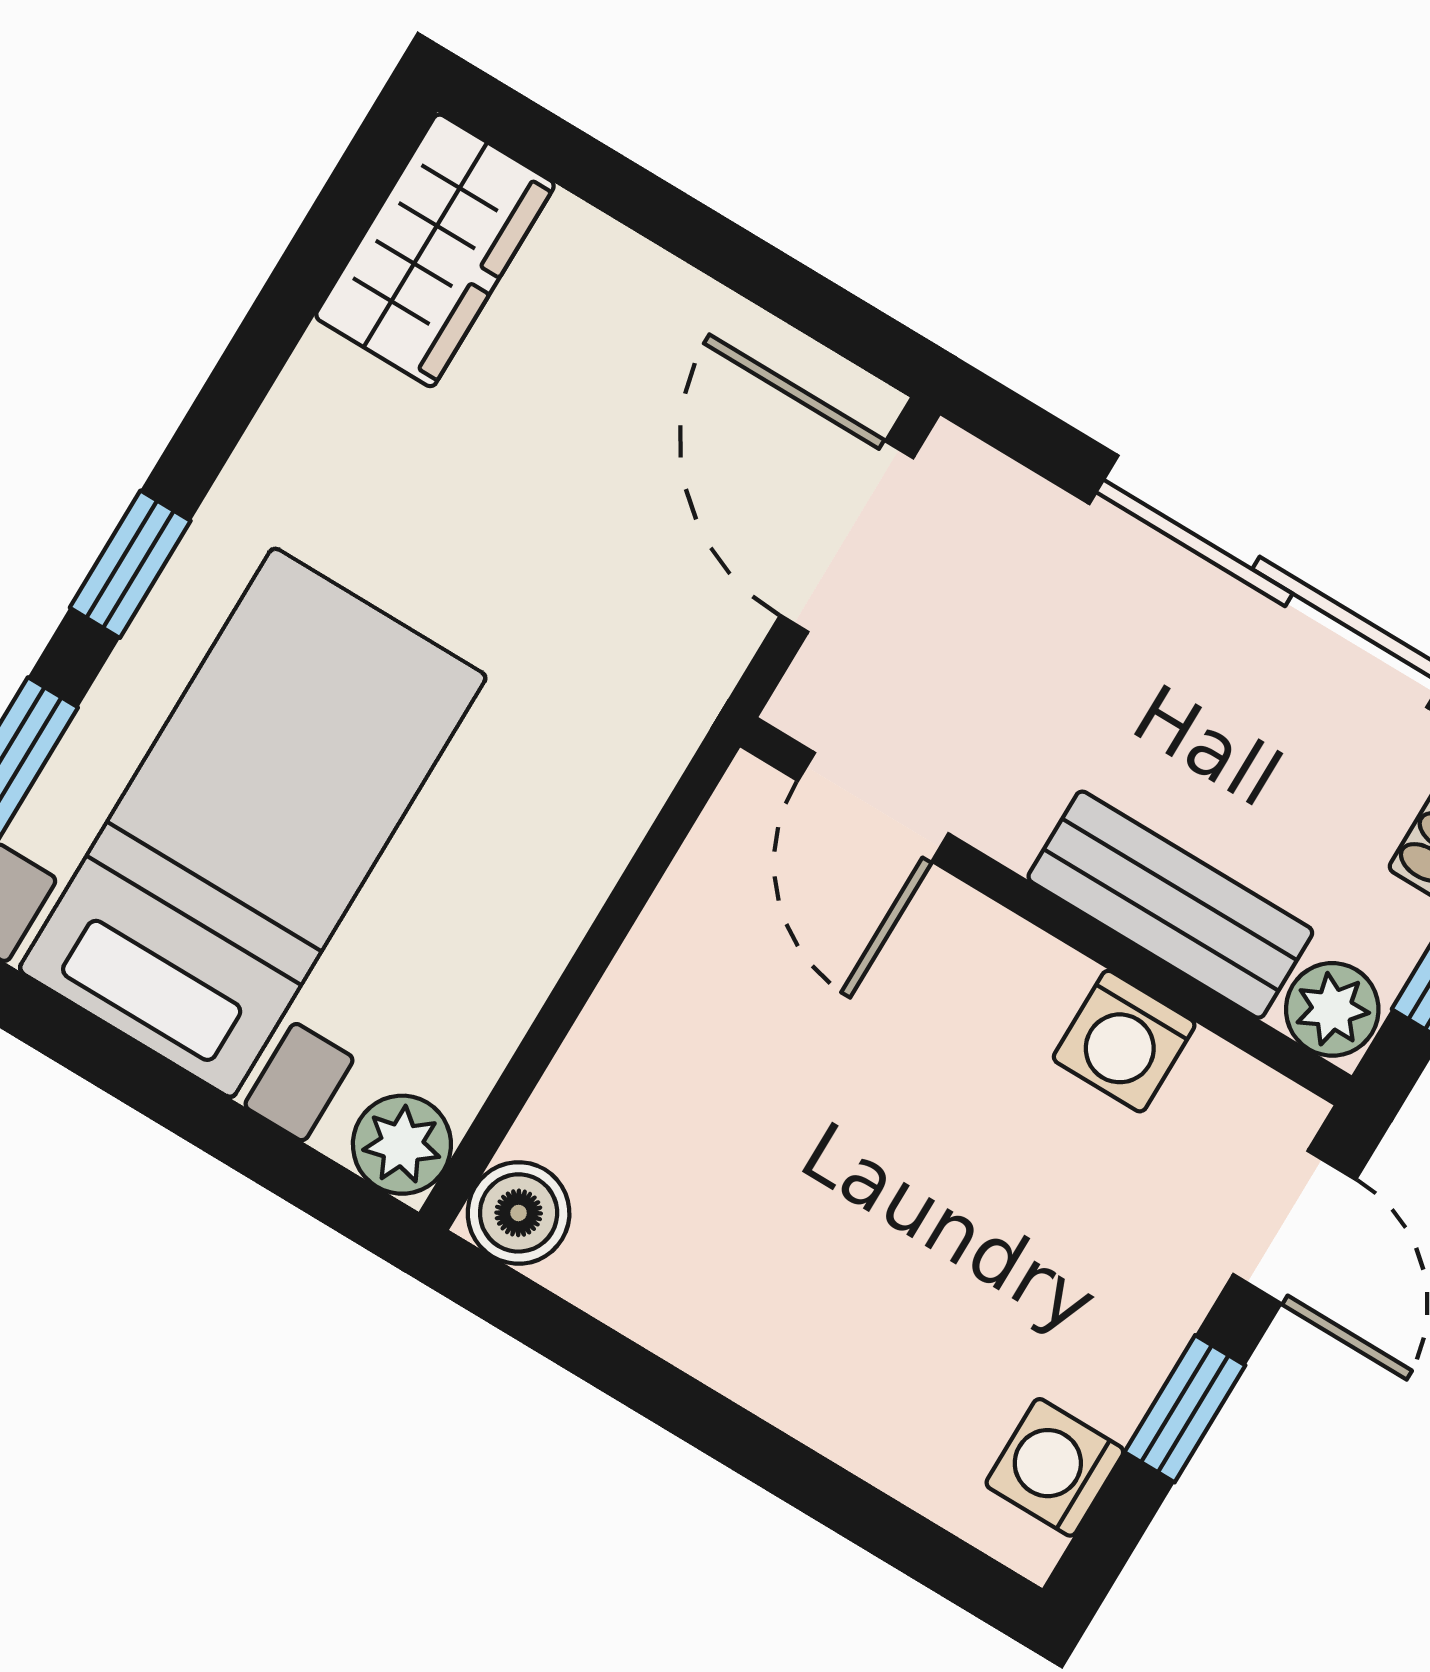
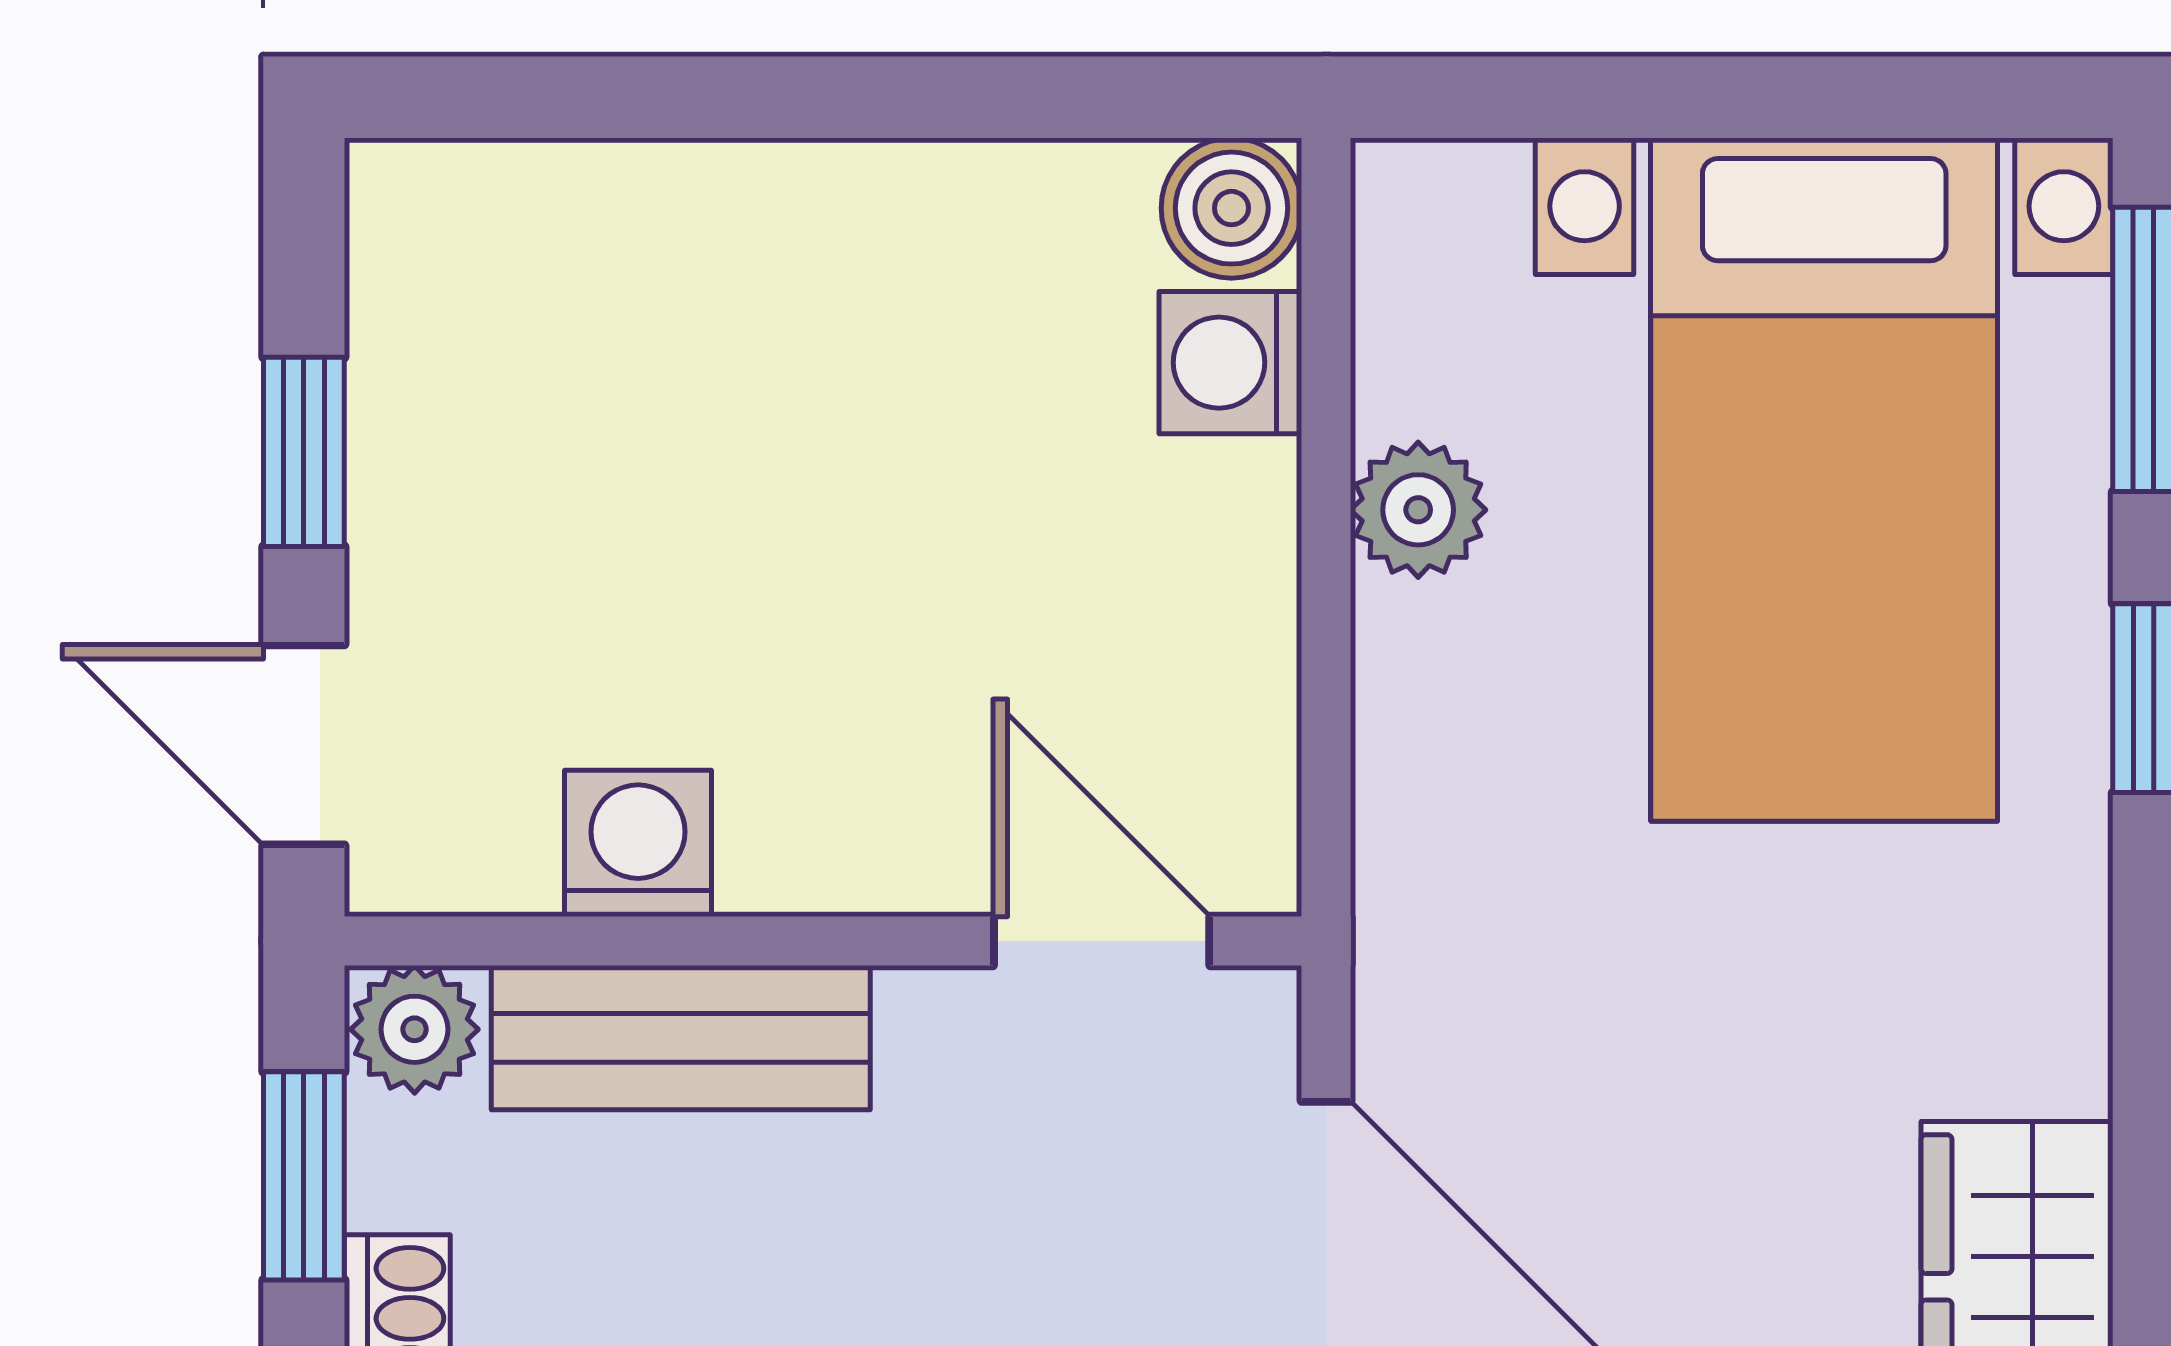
plant: (402, 1145) -> (1418, 510), moved
washing machine: (1055, 1467) -> (1230, 363), moved, turned 180

